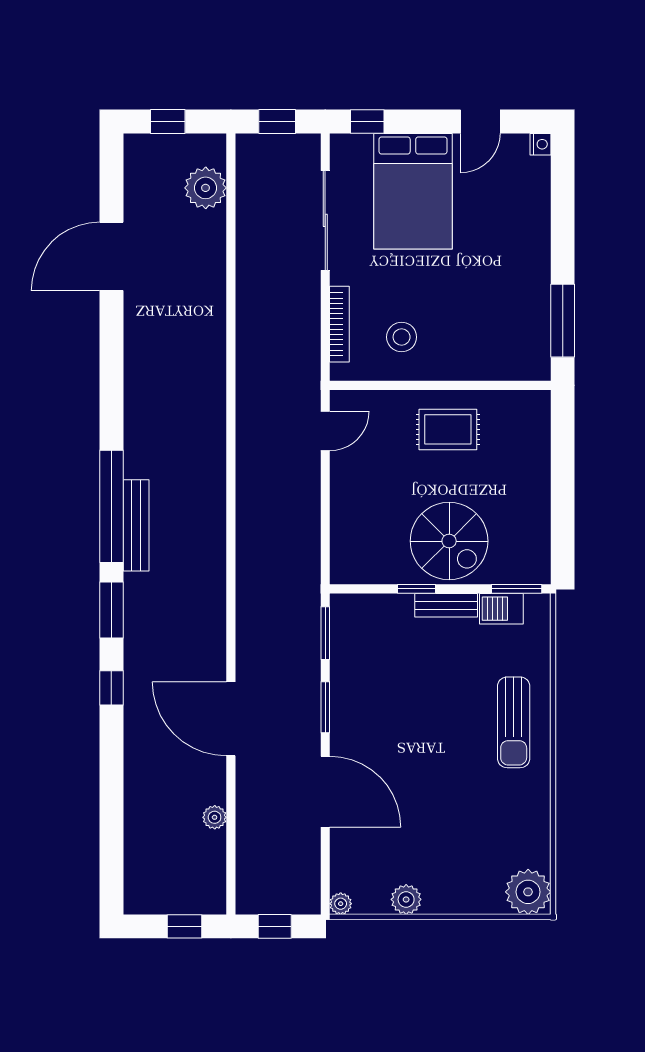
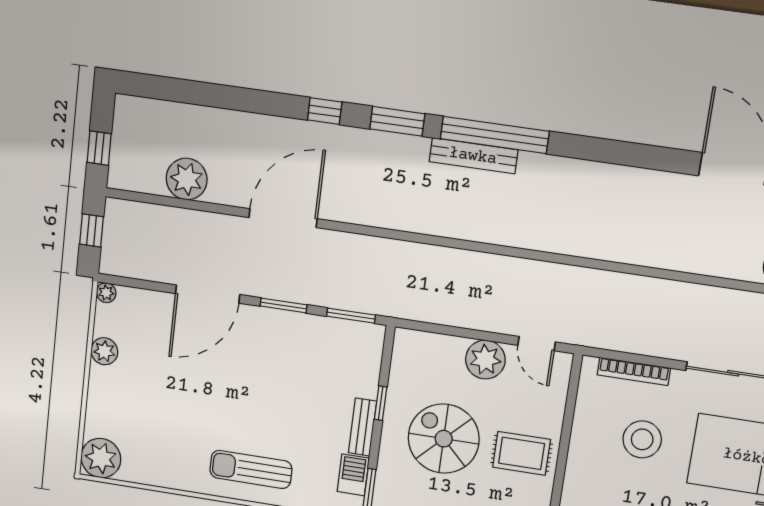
stool: (402, 337) -> (642, 439), moved, width x1.38, depth x1.38
rug: (448, 429) -> (522, 453), turned 90
plant: (351, 483) -> (485, 360), added
spiral stairs: (449, 541) -> (444, 439), moved, turned 90
plant: (215, 817) -> (187, 179), width x1.88, depth x1.88

